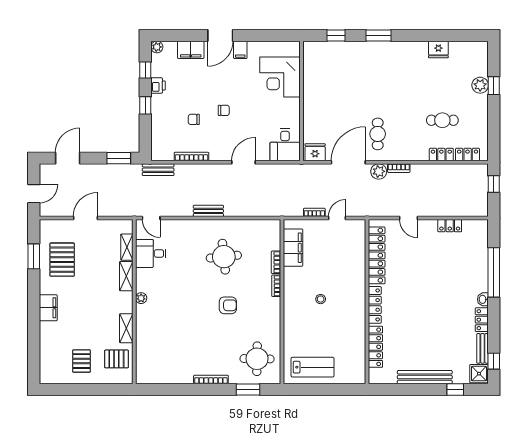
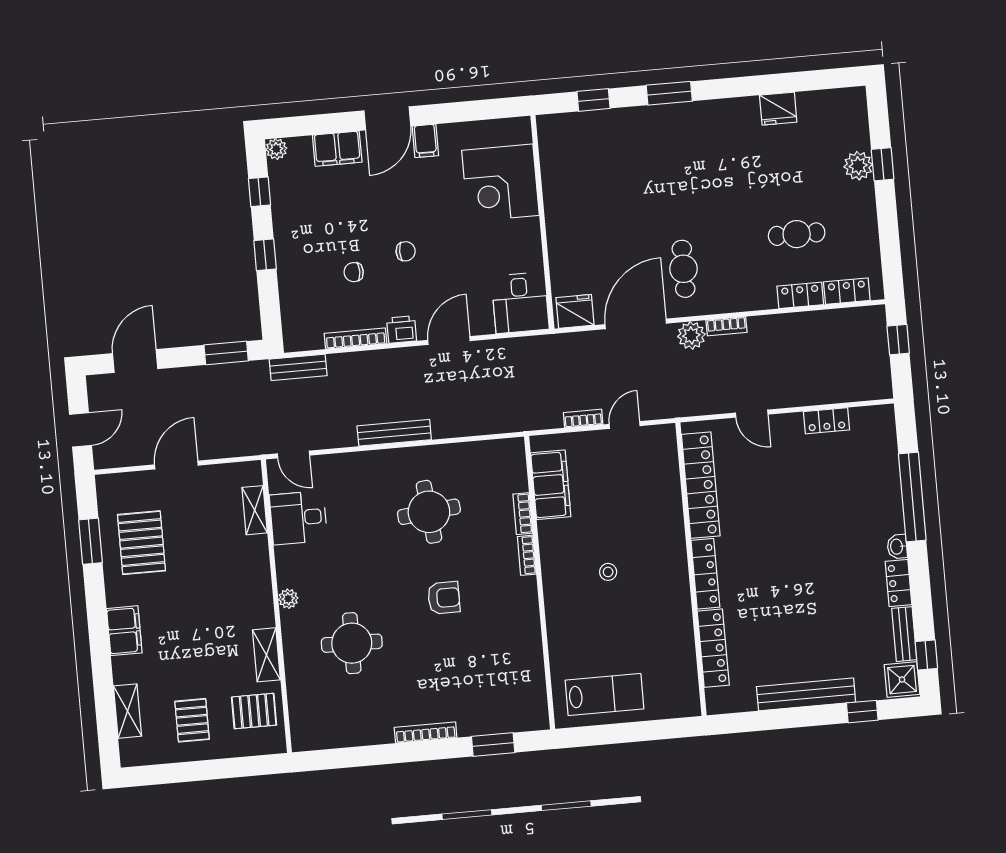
printer: (158, 86) -> (402, 329), moved, turned -90
bench: (208, 211) -> (394, 433), width x1.36
shelving: (126, 276) -> (128, 711), moved
round table: (257, 359) -> (352, 643), moved

